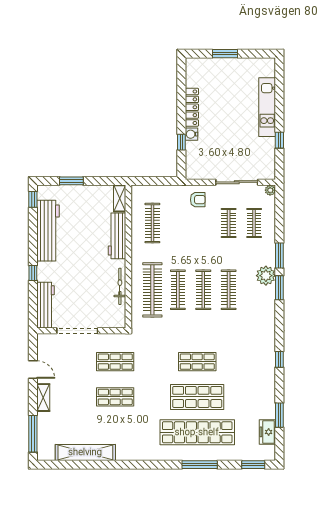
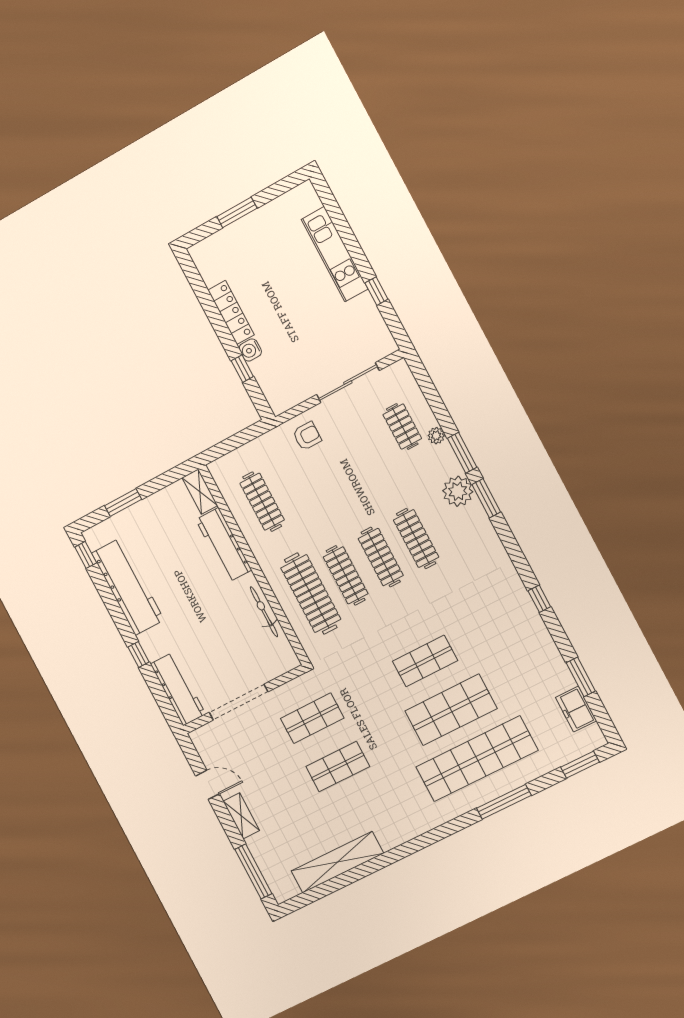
plant: (270, 190) -> (436, 436), moved
clothes rail: (229, 223) -> (367, 446), removed

